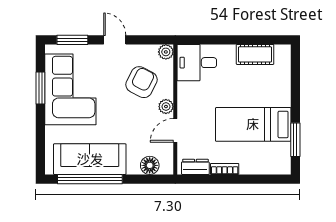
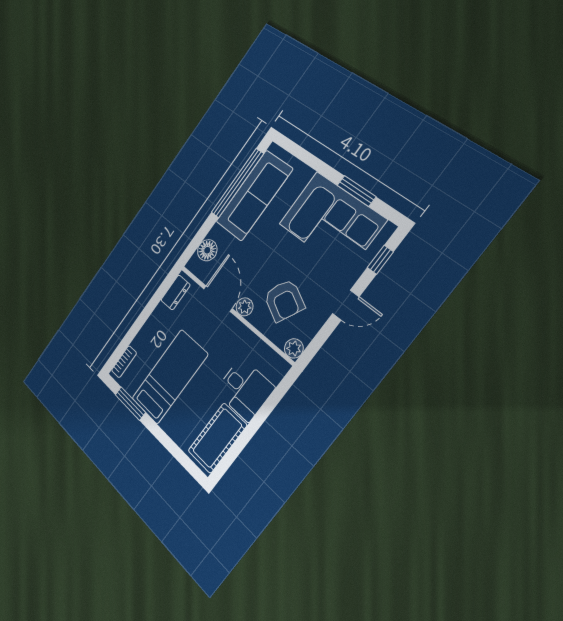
window: (72, 40) -> (380, 260), width x0.67
cot: (255, 54) -> (217, 438), width x1.37, depth x1.34
desk: (197, 63) -> (245, 389), moved, turned 90
door: (175, 130) -> (218, 299), width x1.38
bookcase: (225, 169) -> (124, 362), moved

